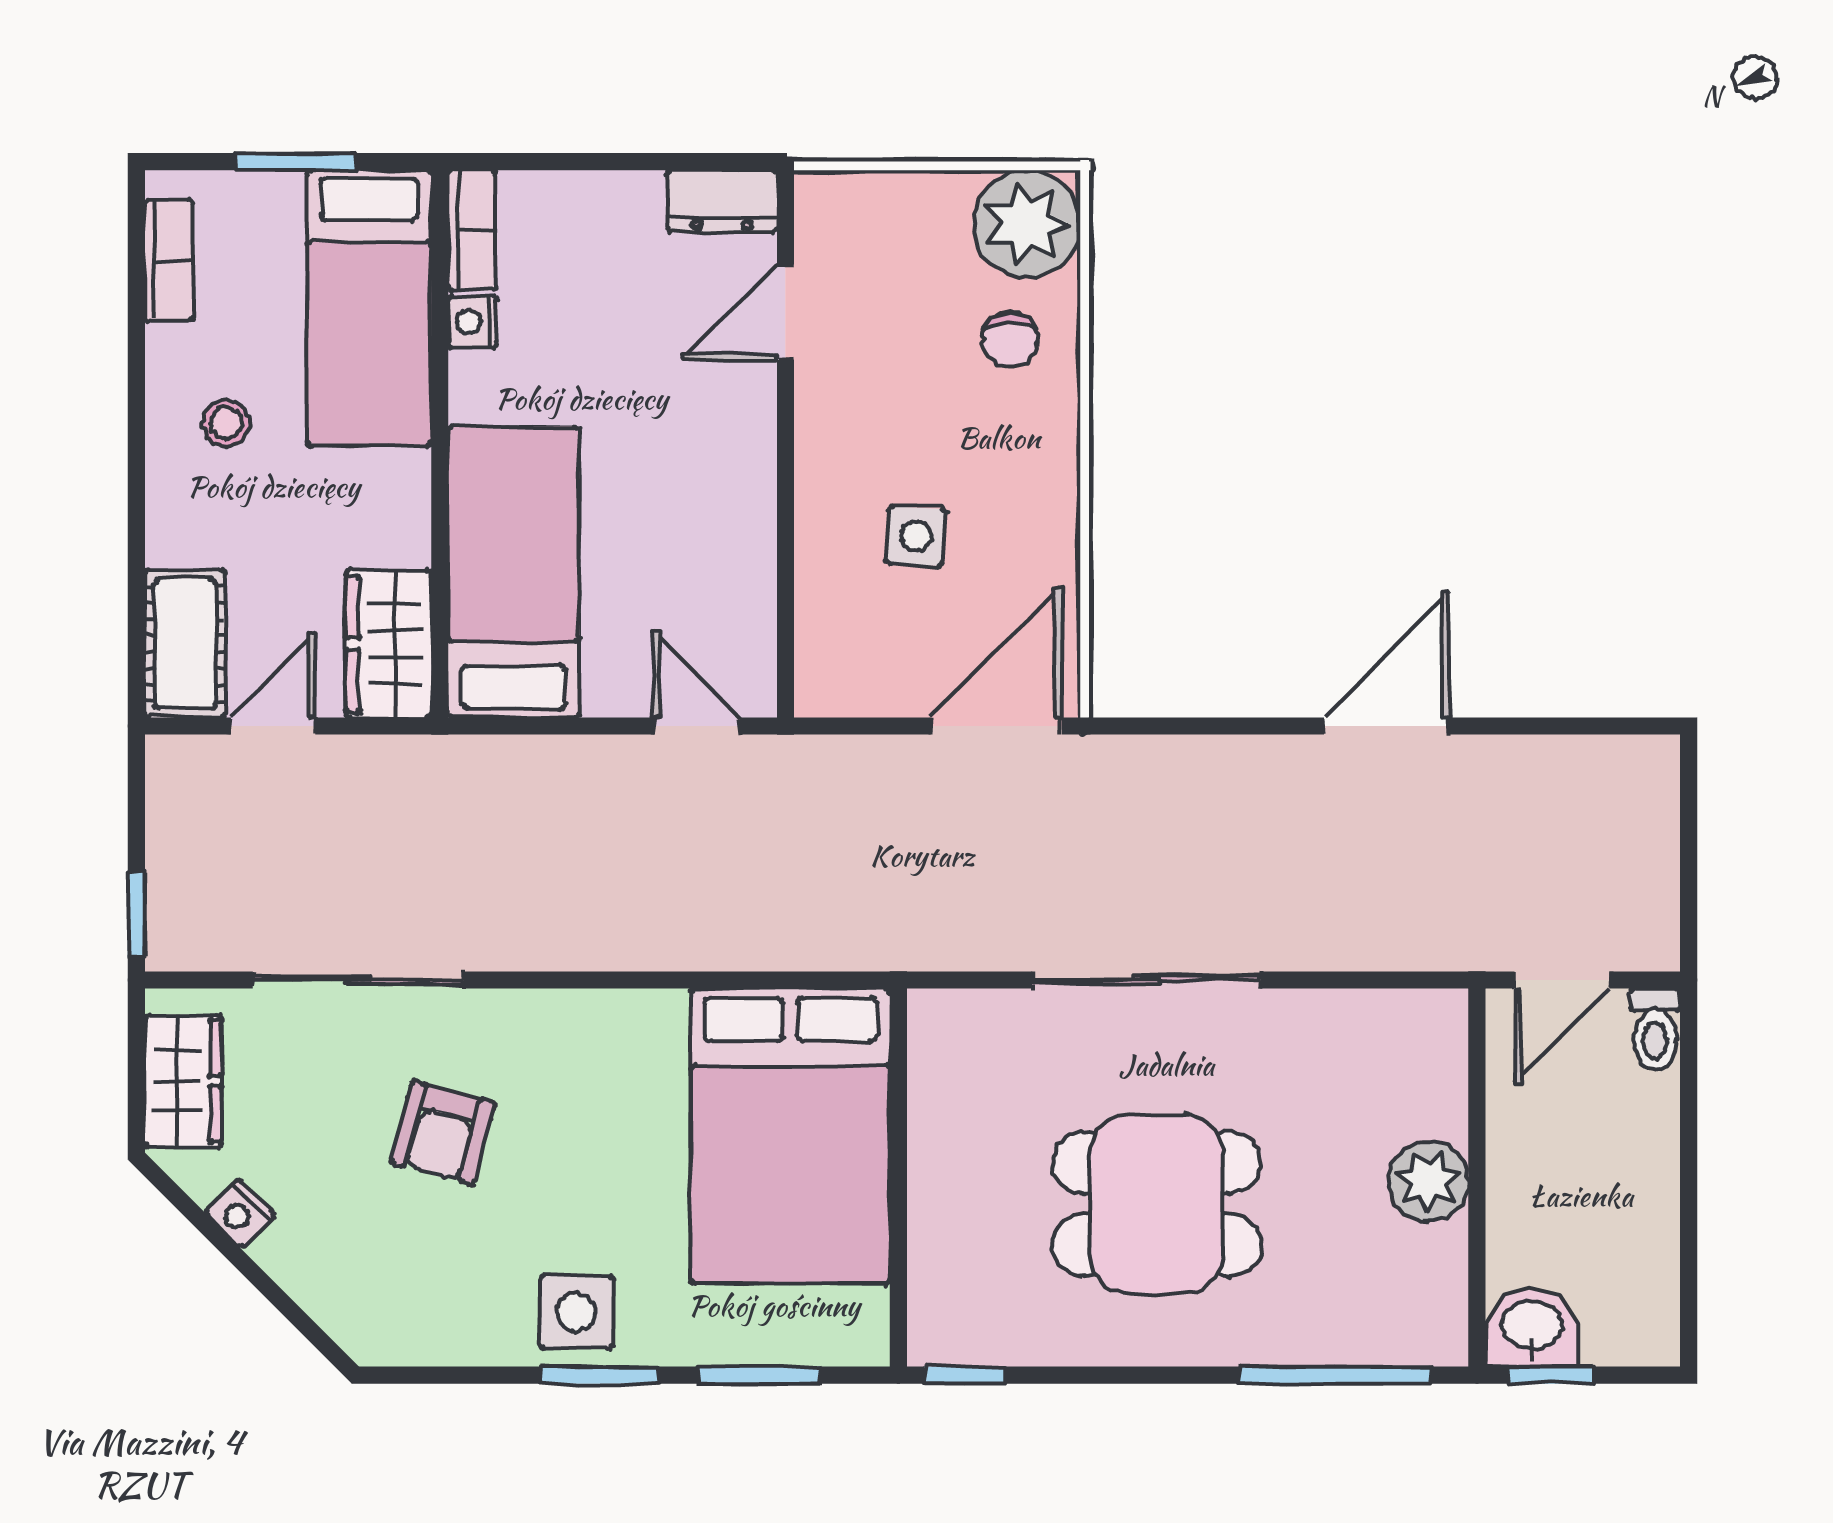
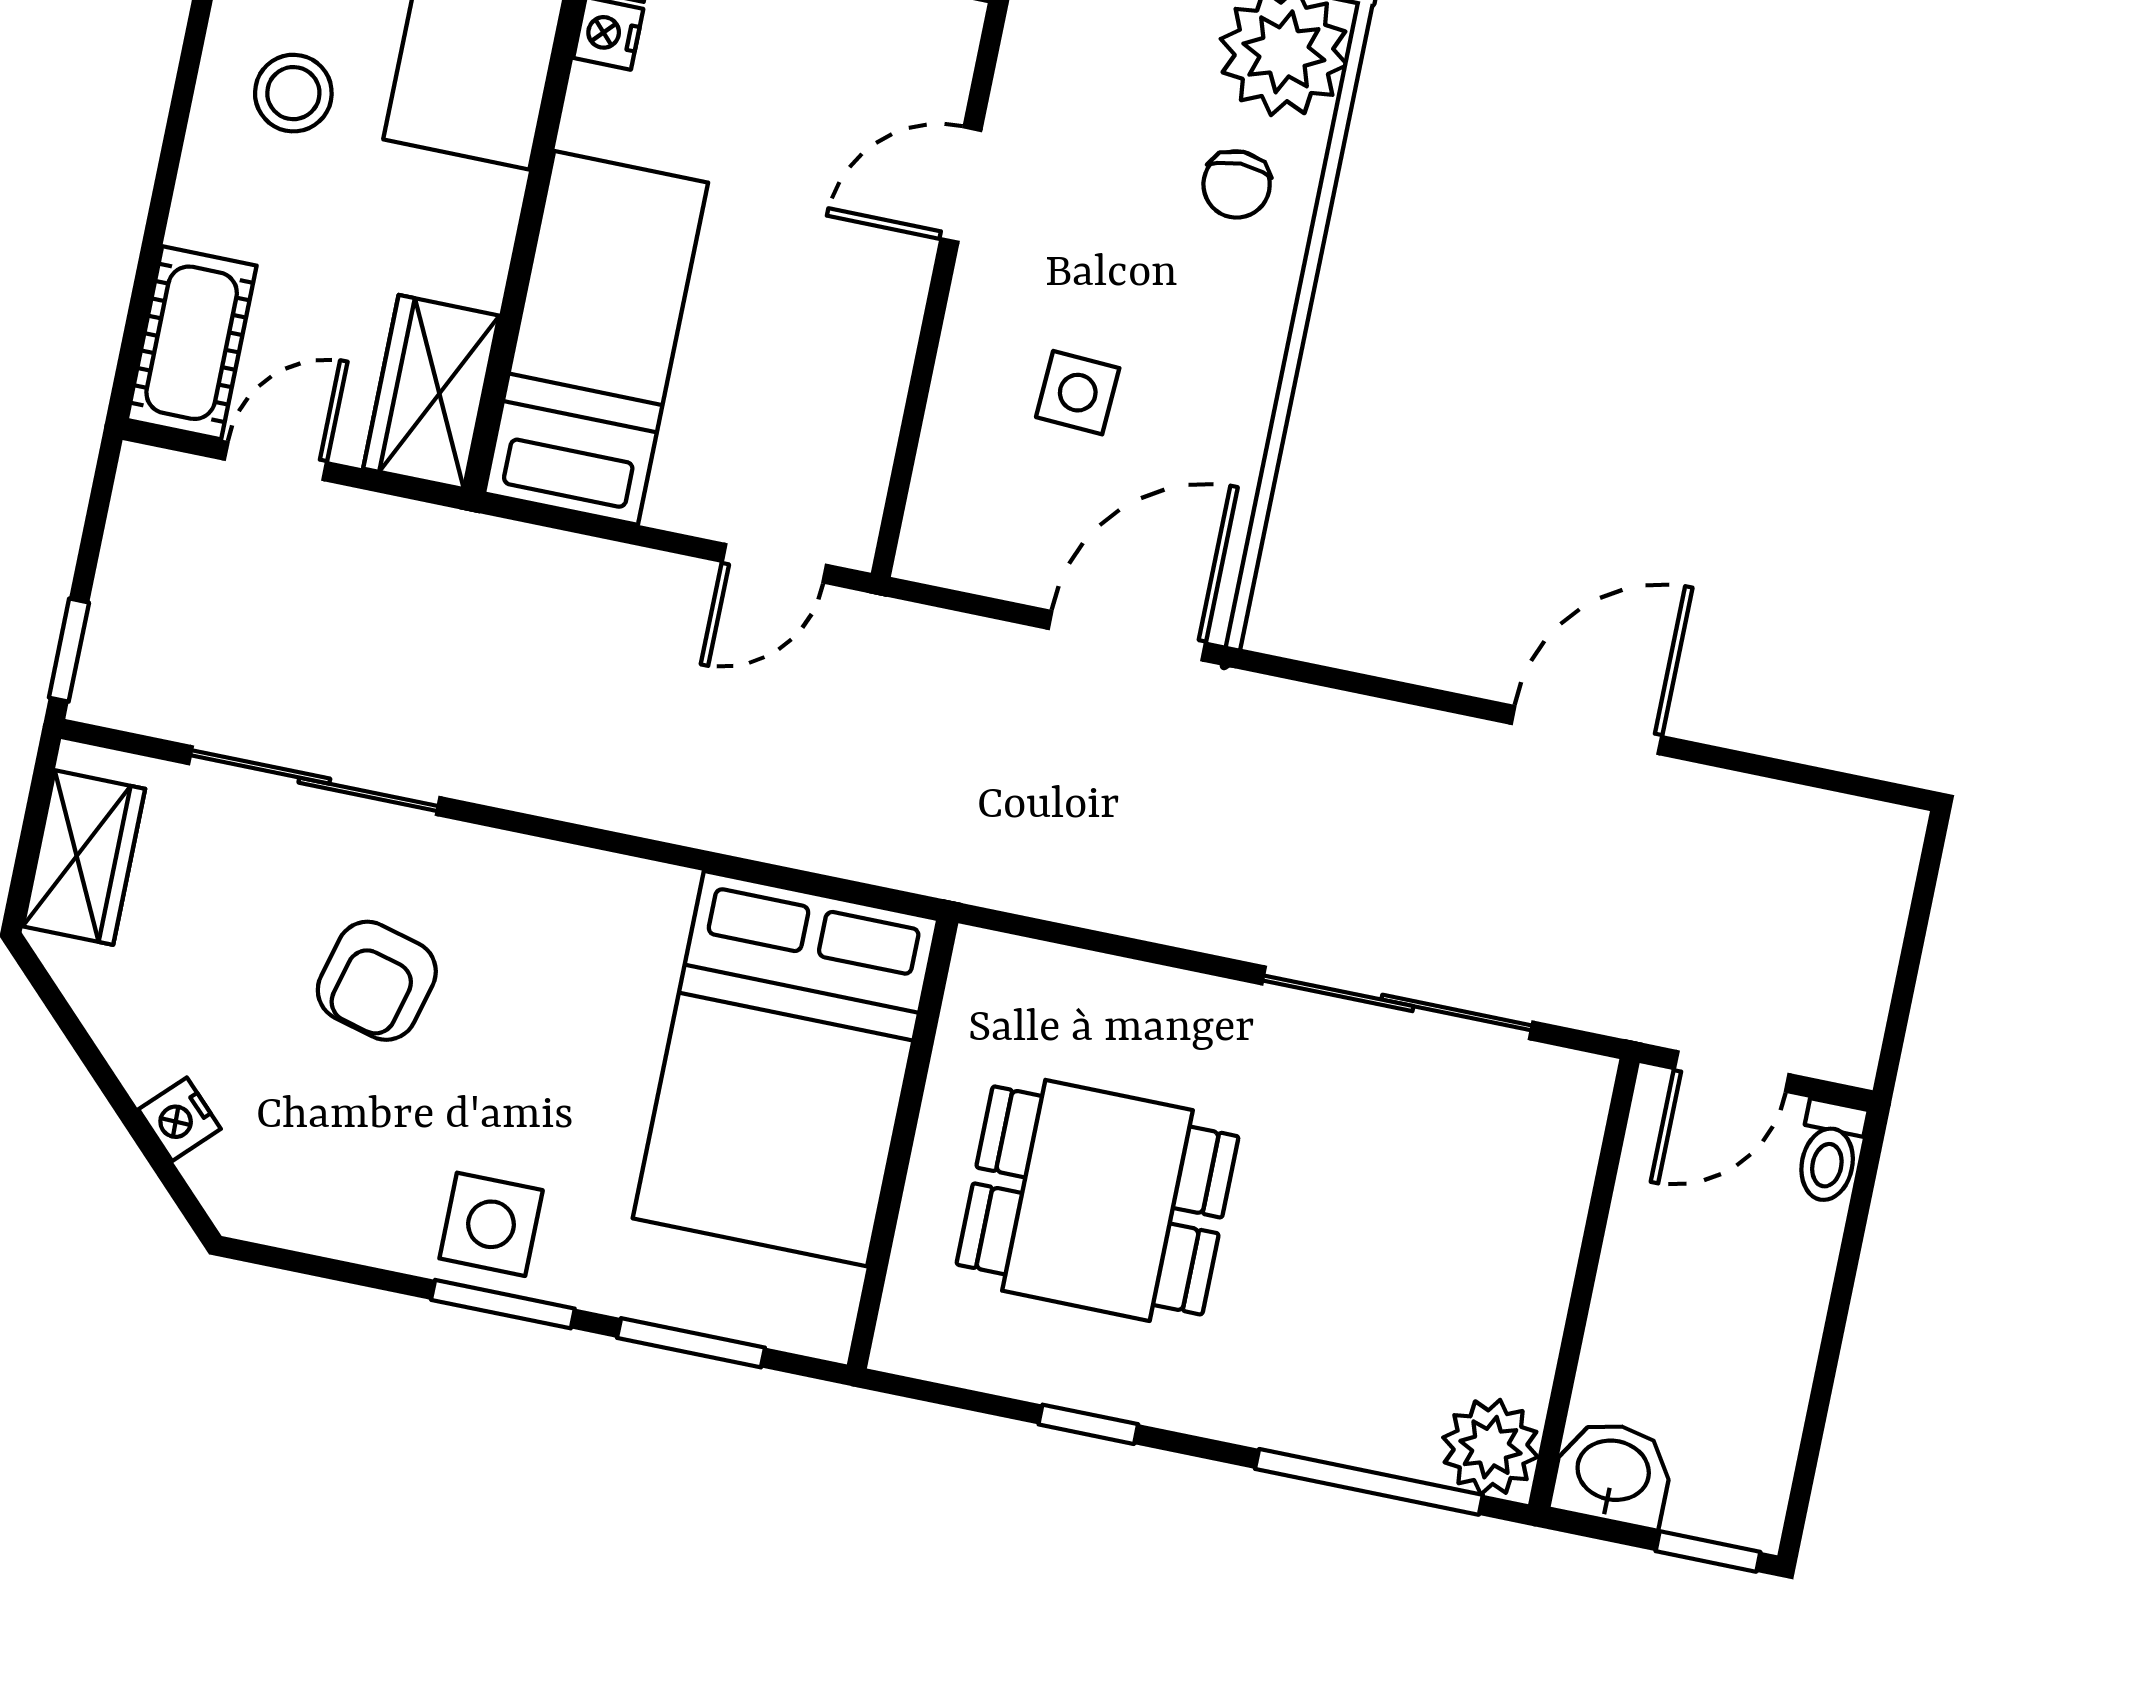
door: (785, 312) -> (961, 185), moved
stool: (226, 423) -> (293, 93), width x1.37, depth x1.37
door: (697, 726) -> (774, 563), swing flipped
sliding door: (1146, 980) -> (1397, 1003), moved
plant: (1428, 1181) -> (1490, 1447), moved
dining table: (1157, 1204) -> (1097, 1200), moved
nightstand: (240, 1213) -> (180, 1119), moved
window: (965, 1375) -> (1088, 1424), moved
window: (1550, 1375) -> (1708, 1552), moved

